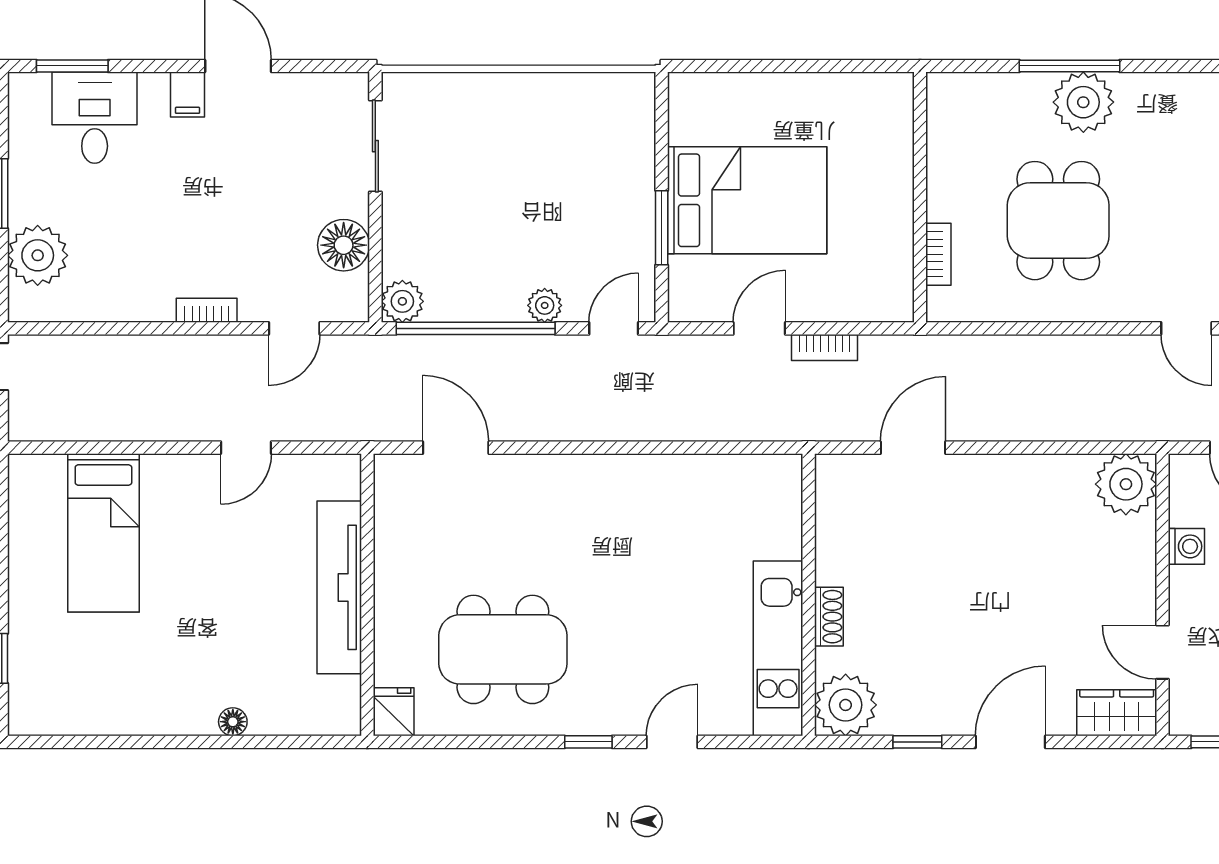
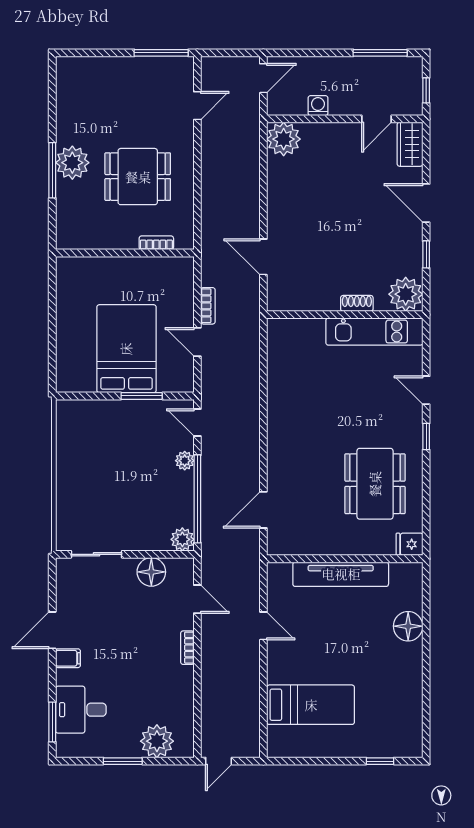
floor lamp: (233, 722) -> (408, 626), width x1.89, depth x1.89

